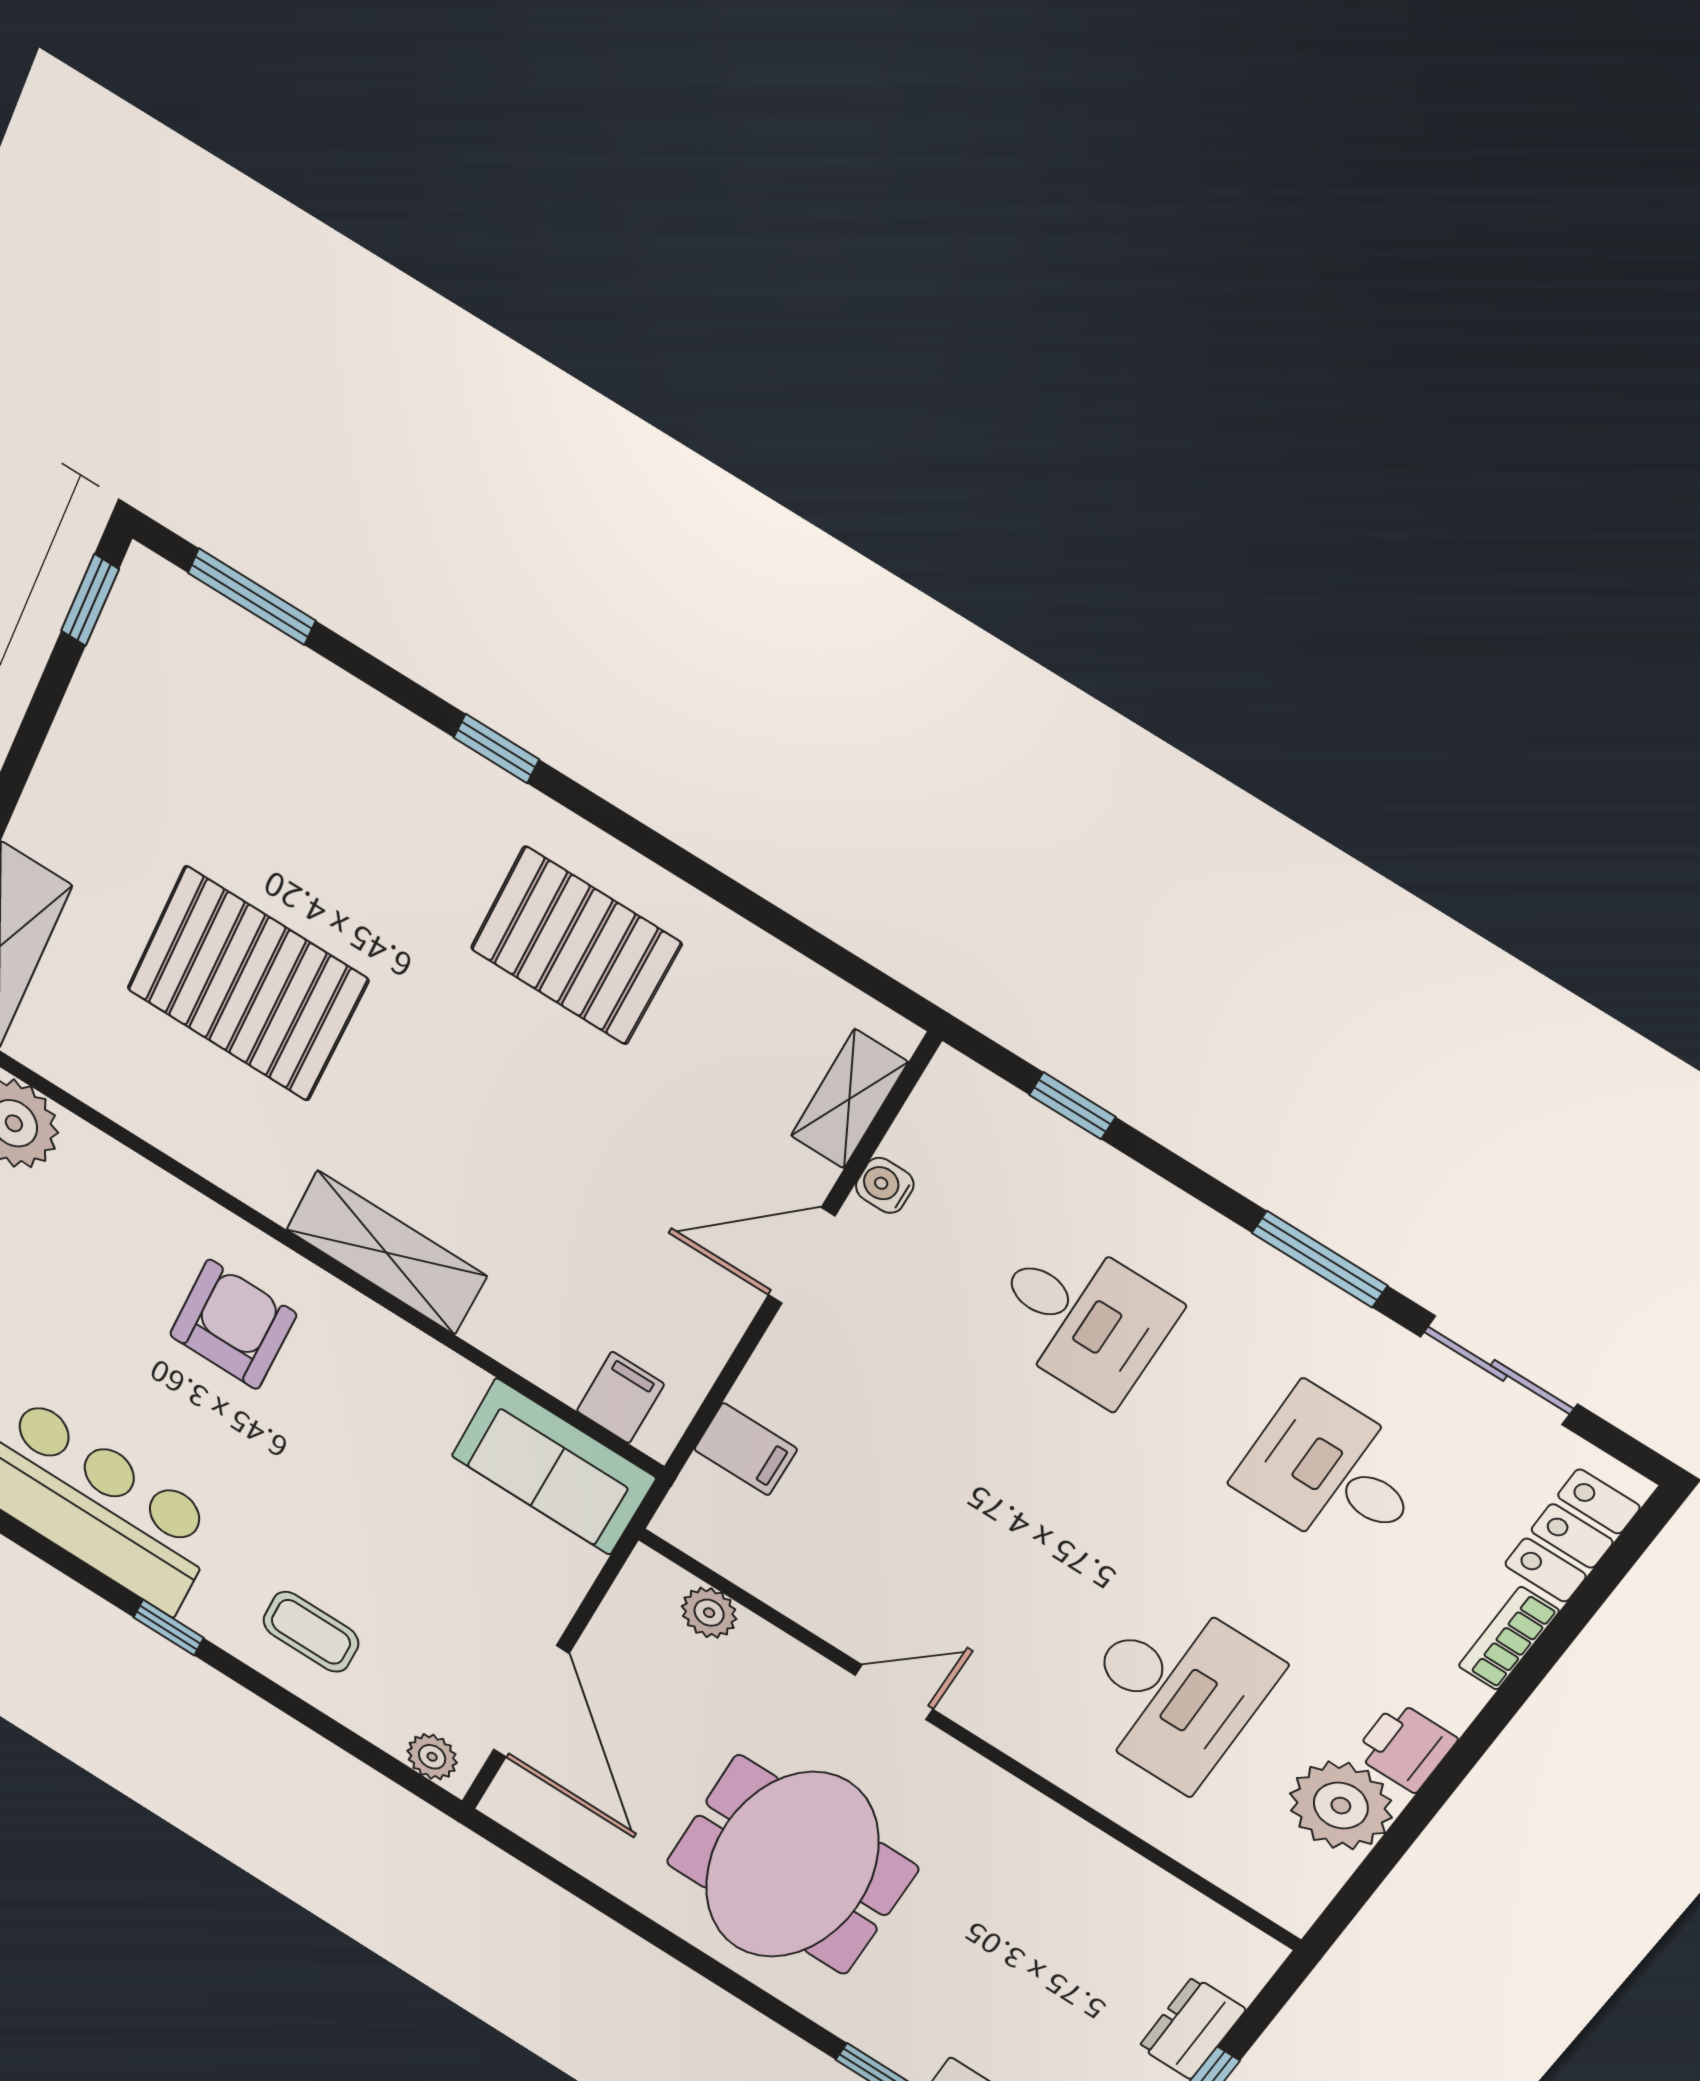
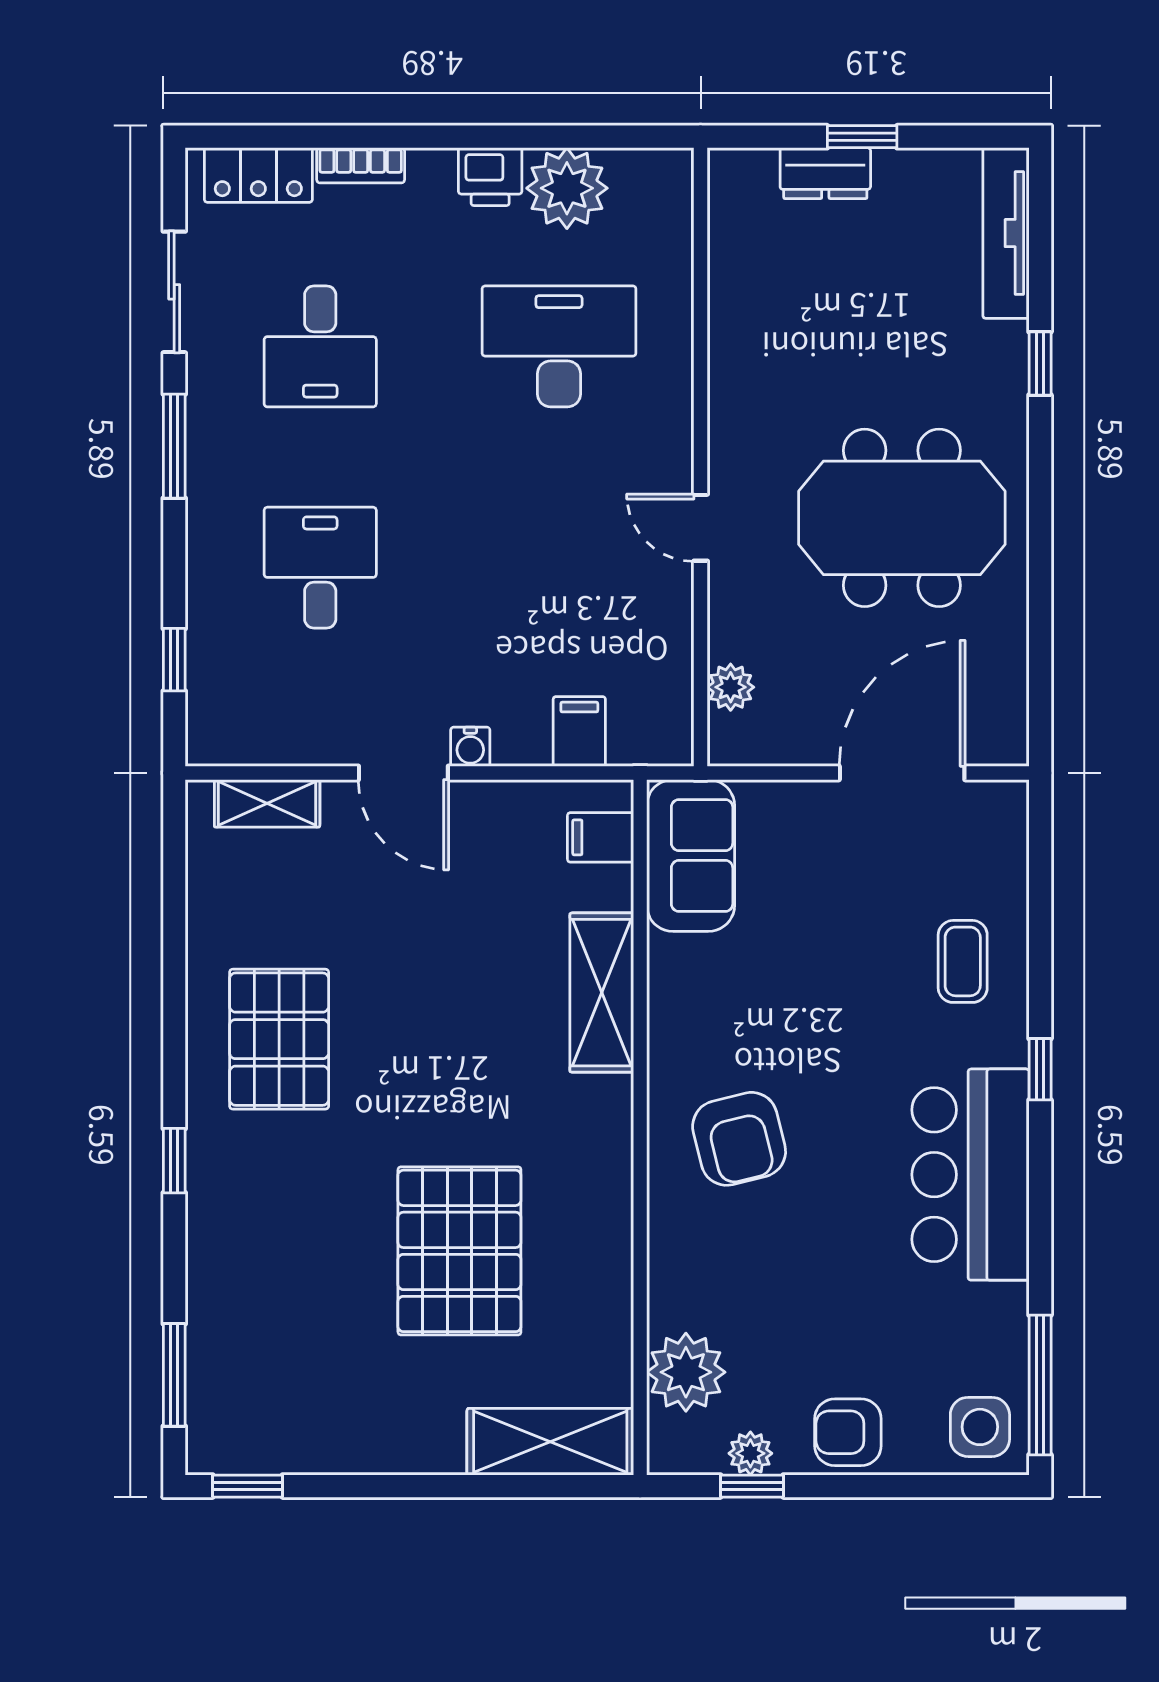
water cooler: (885, 1185) -> (470, 747), moved
shelving: (386, 1253) -> (602, 993), moved
armchair: (233, 1325) -> (739, 1139), turned -104
plant: (432, 1757) -> (1007, 820), removed

